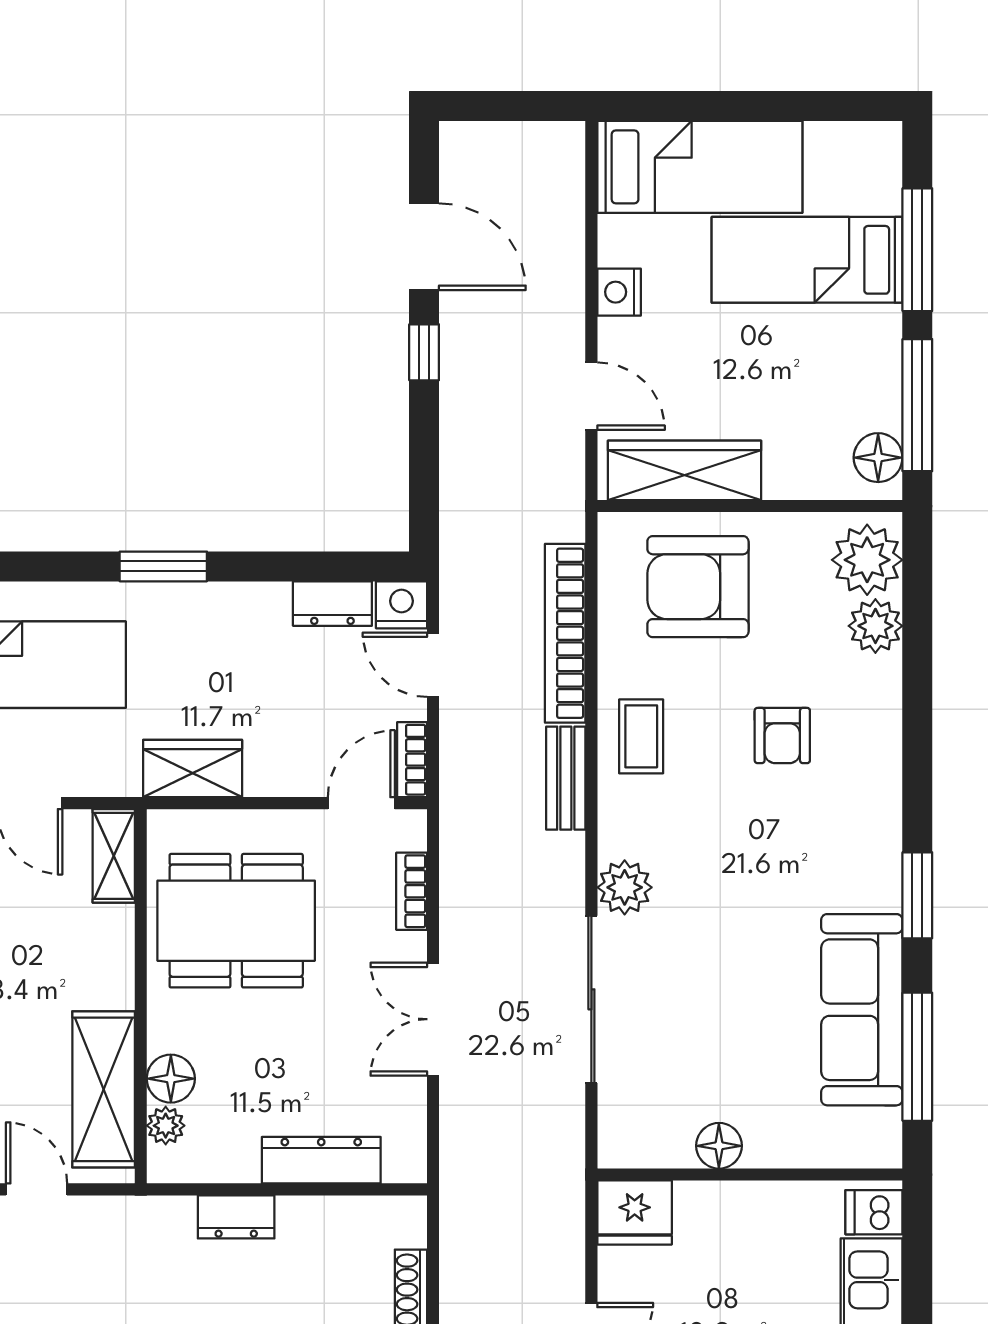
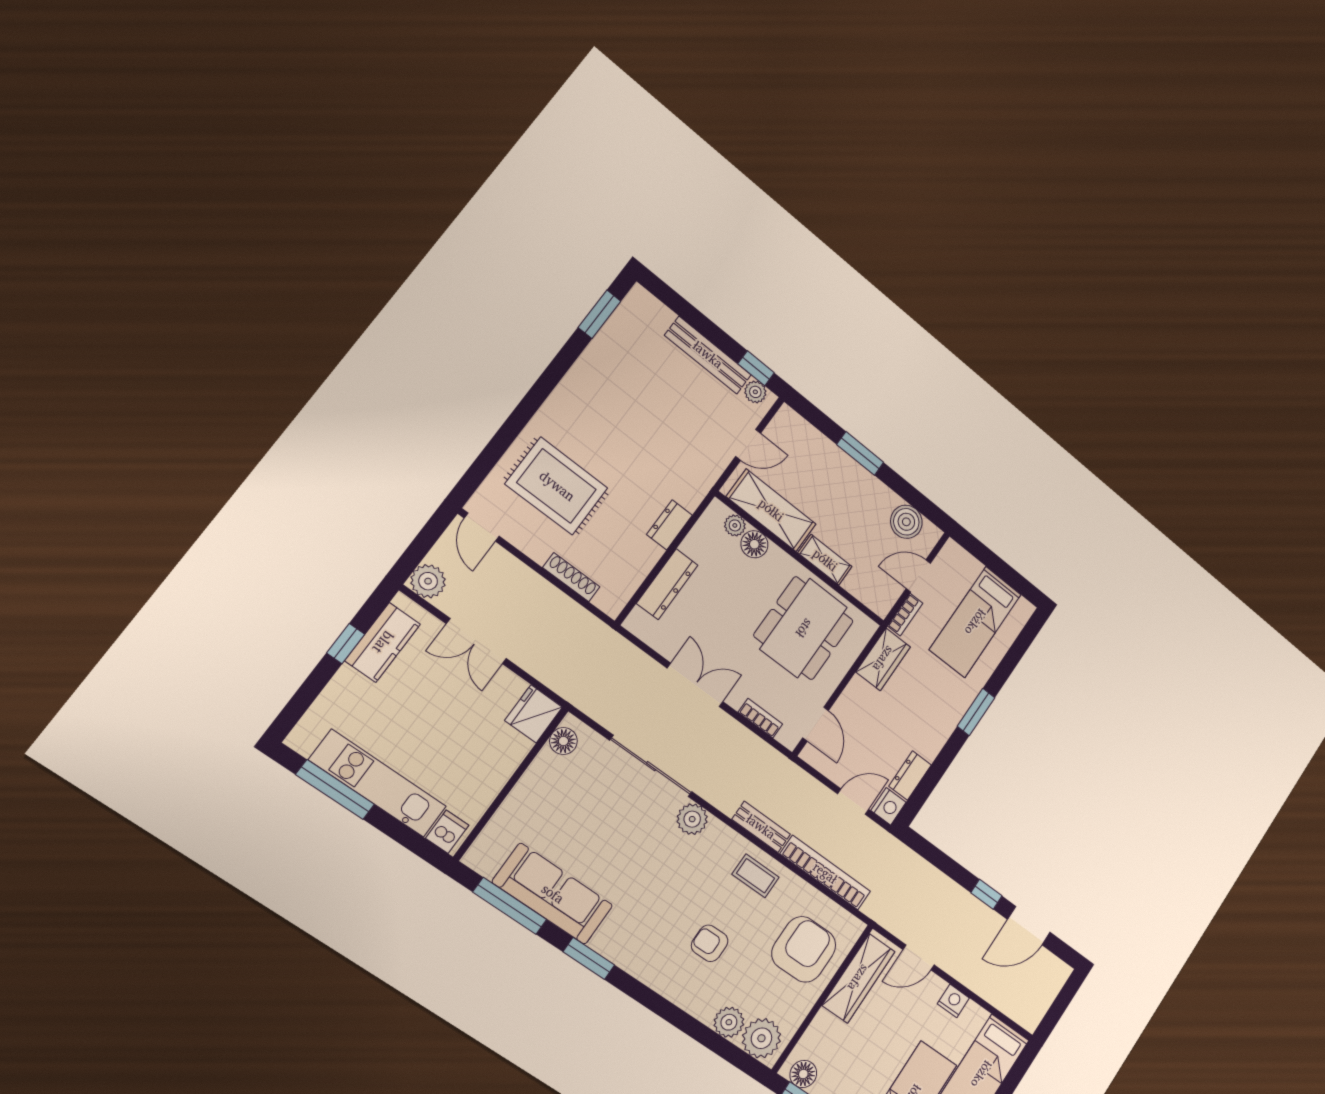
bookcase: (412, 760) -> (905, 615), moved, turned 90
shelving: (114, 856) -> (825, 560), moved
floor lamp: (719, 1146) -> (563, 741), moved

